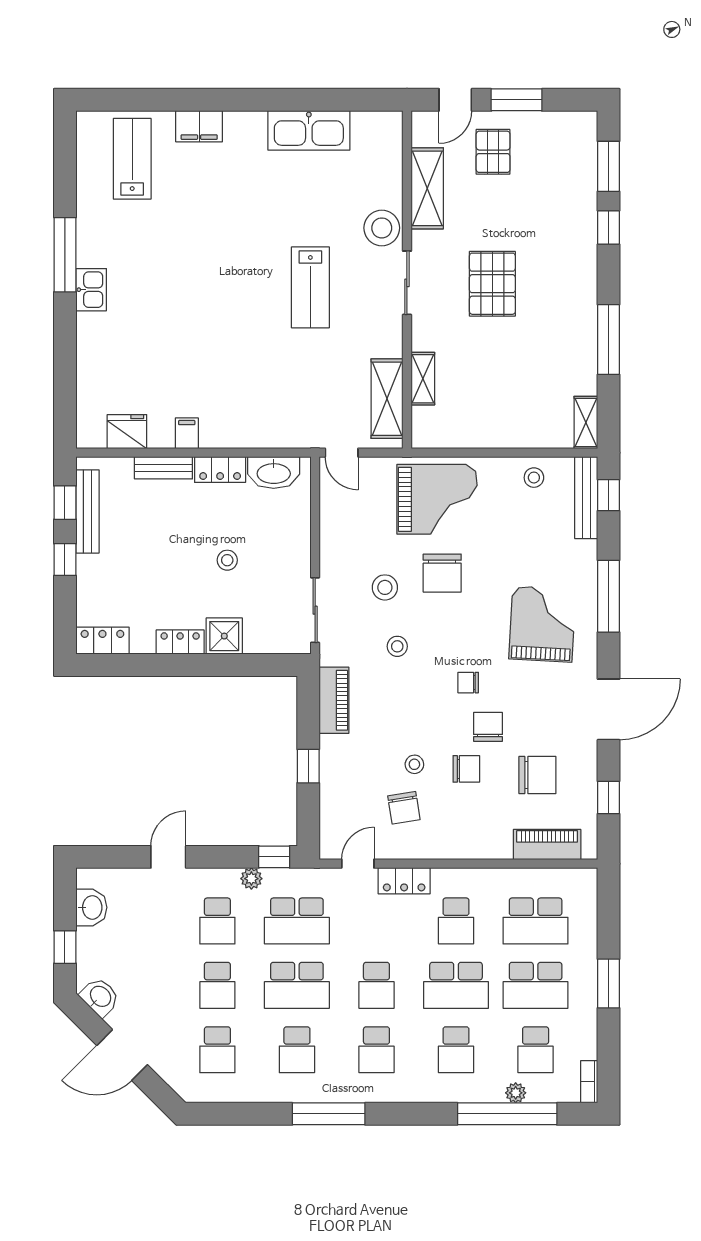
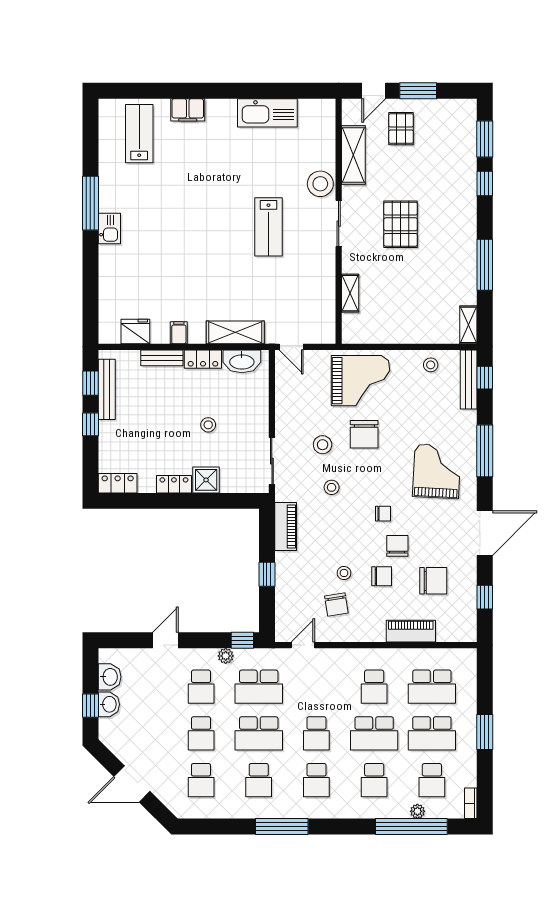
shelving: (387, 399) -> (235, 332), moved, turned 90
chair: (468, 683) -> (383, 514), turned 180
piano: (547, 845) -> (411, 631), moved
locker: (404, 881) -> (337, 658), removed
washbasin: (100, 997) -> (109, 704), moved, turned 45

